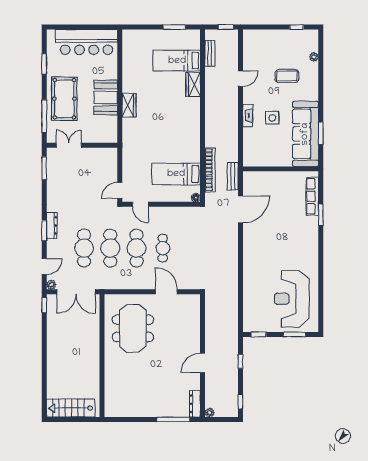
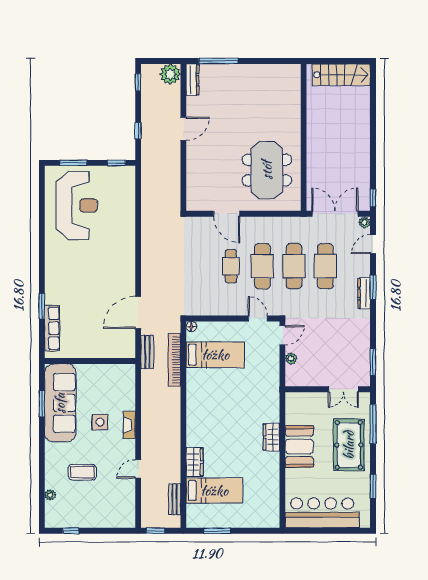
plant: (113, 171) -> (291, 358), added
plant: (210, 413) -> (170, 74), width x1.88, depth x1.88

